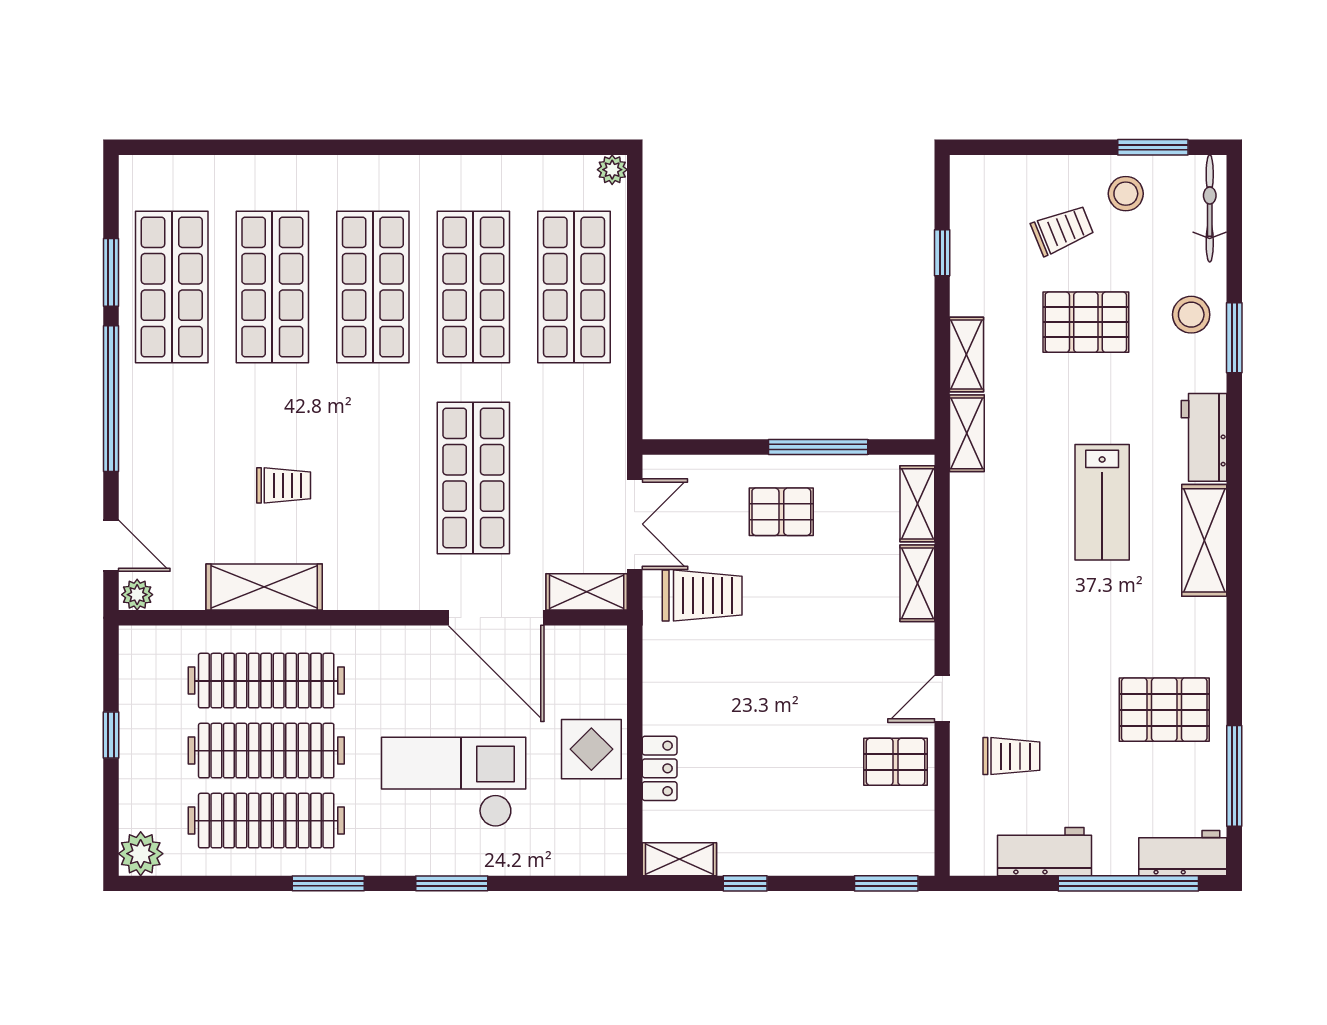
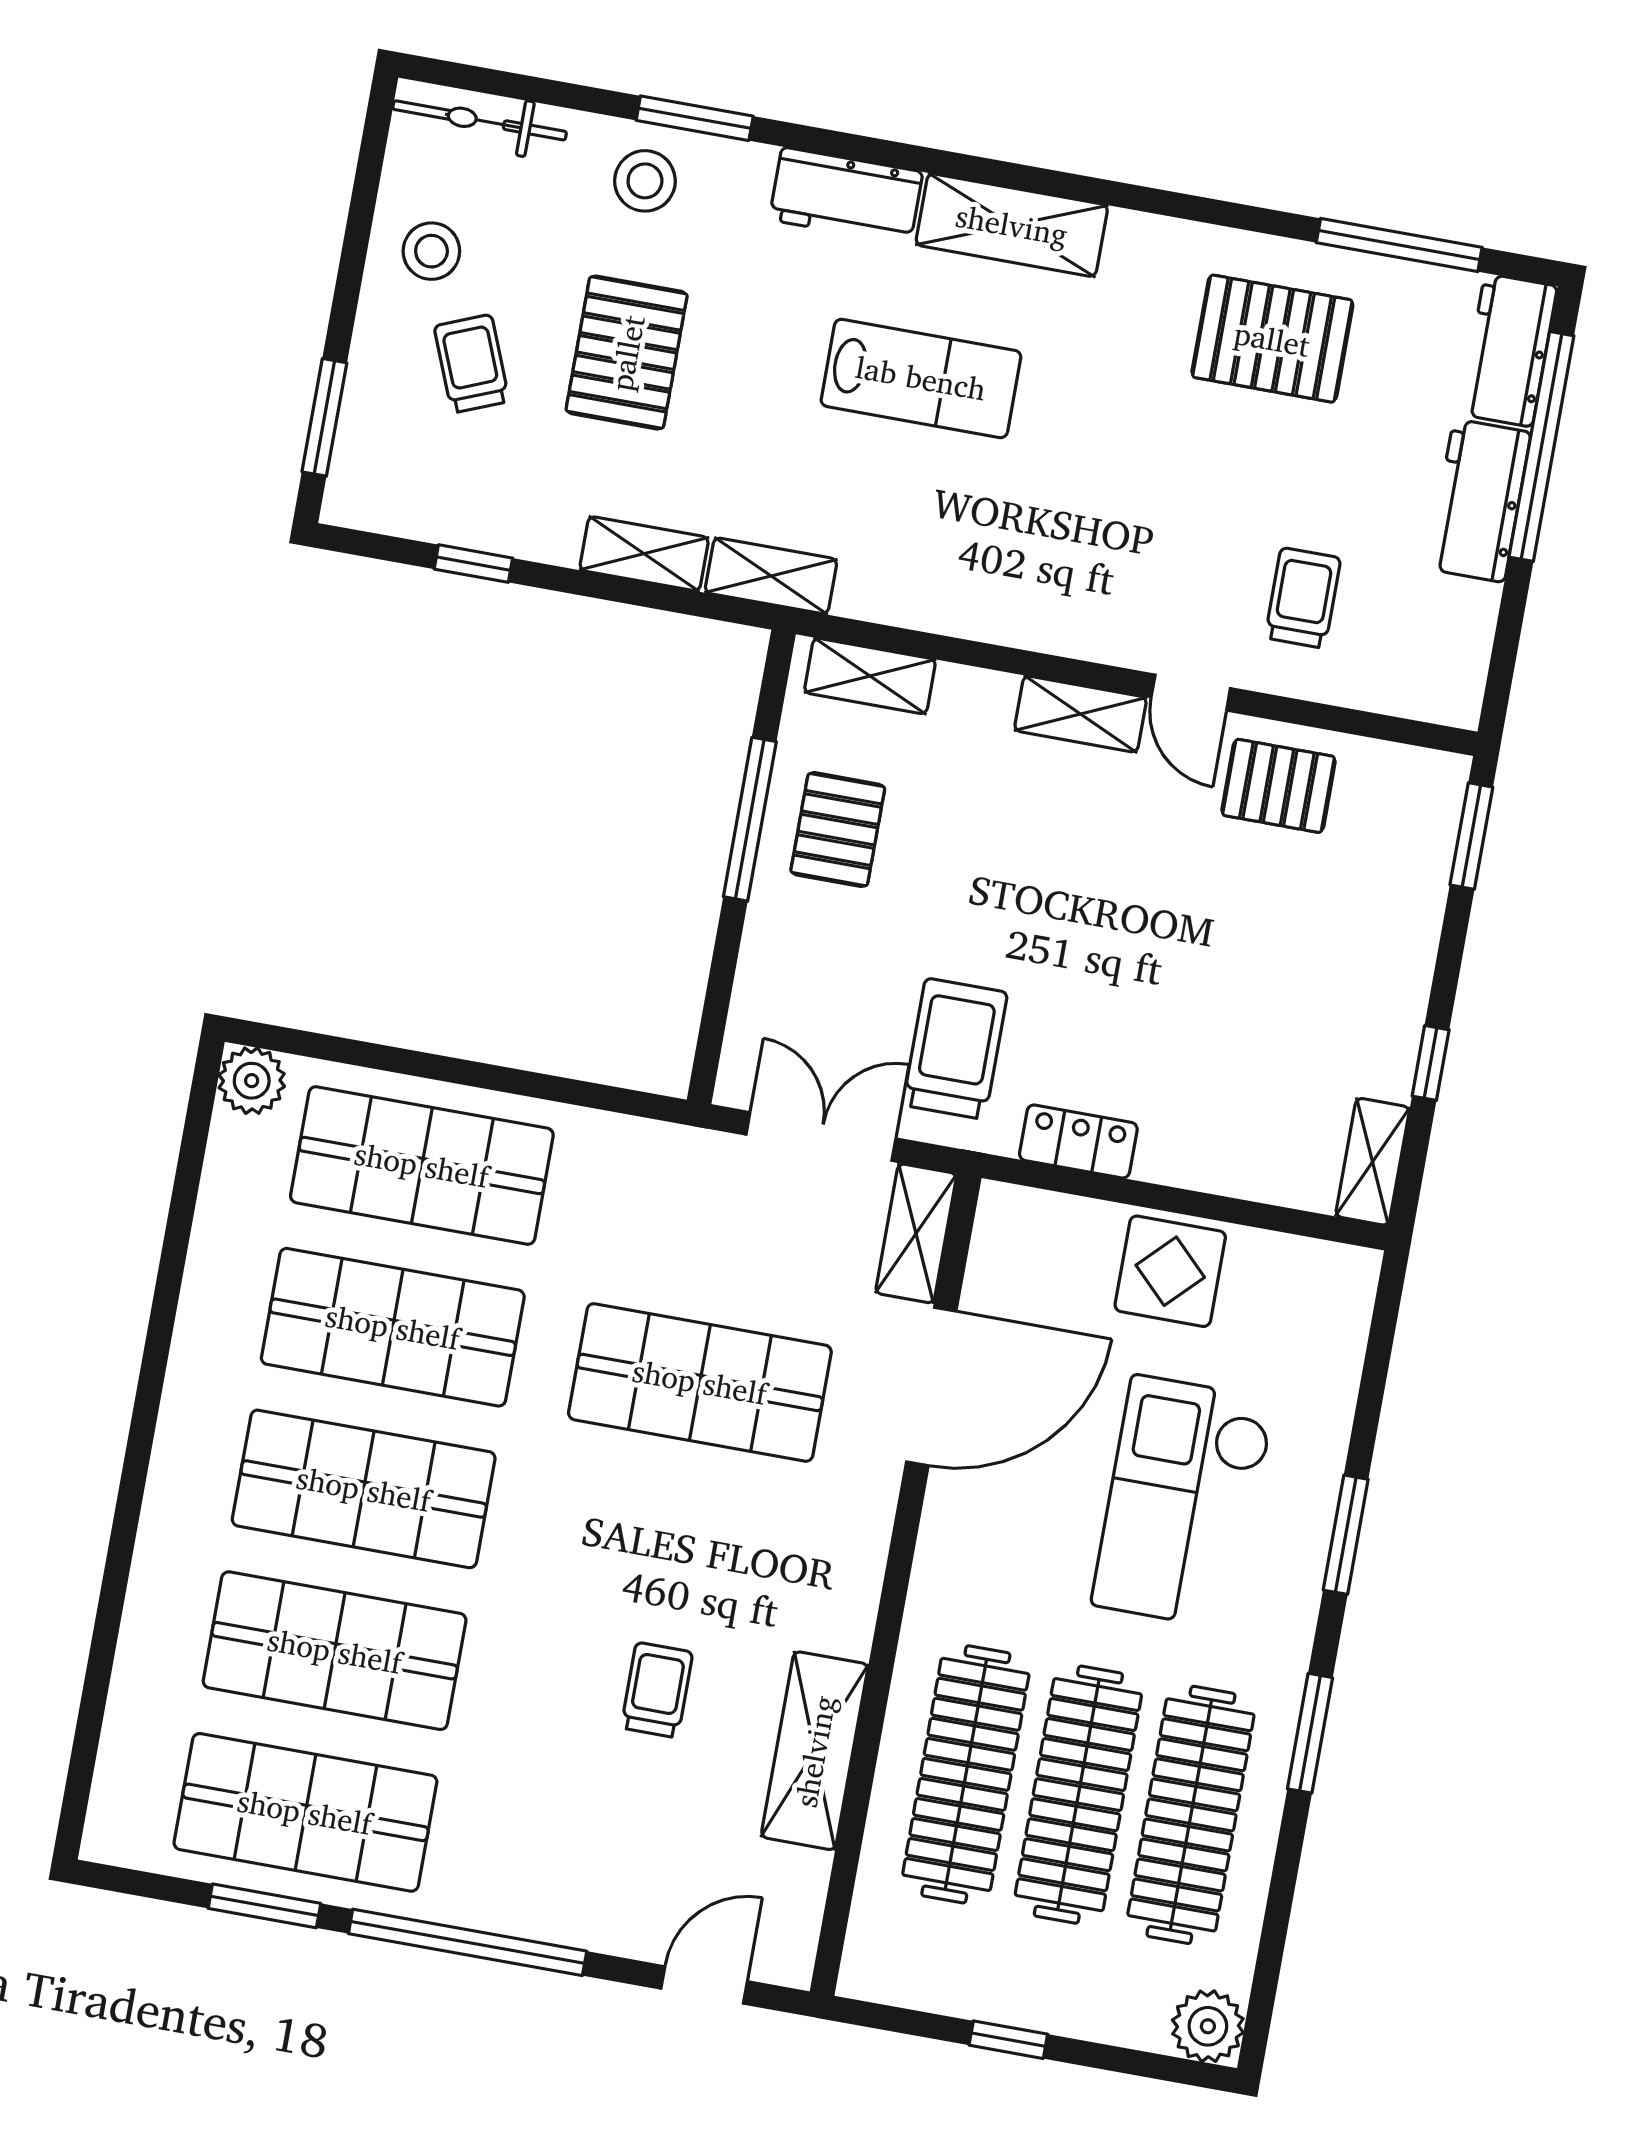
window: (1153, 147) -> (324, 417), moved
plant: (612, 170) -> (252, 1081), width x1.38, depth x1.38
pallet: (781, 512) -> (838, 830), moved
shelving: (917, 583) -> (1081, 714), moved
plant: (137, 595) -> (790, 1957), removed
pallet: (1164, 710) -> (1272, 339), turned 90
pallet: (895, 762) -> (1278, 786), turned 90
locker: (660, 768) -> (1078, 1142), moved
workbench: (1044, 852) -> (1479, 501), moved

